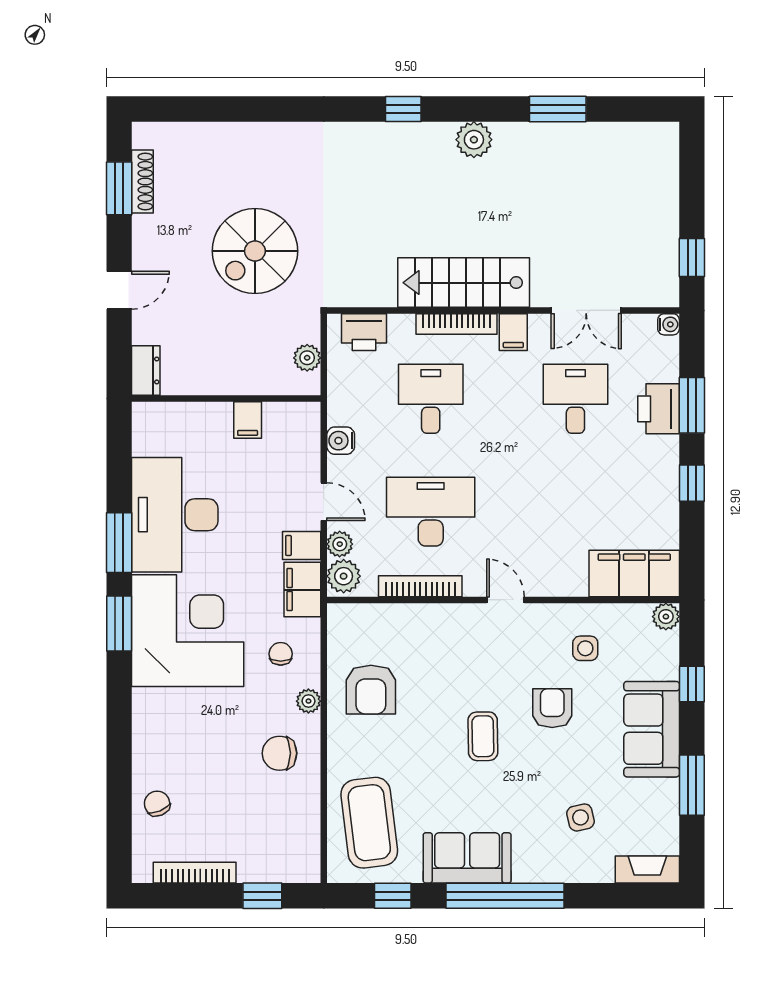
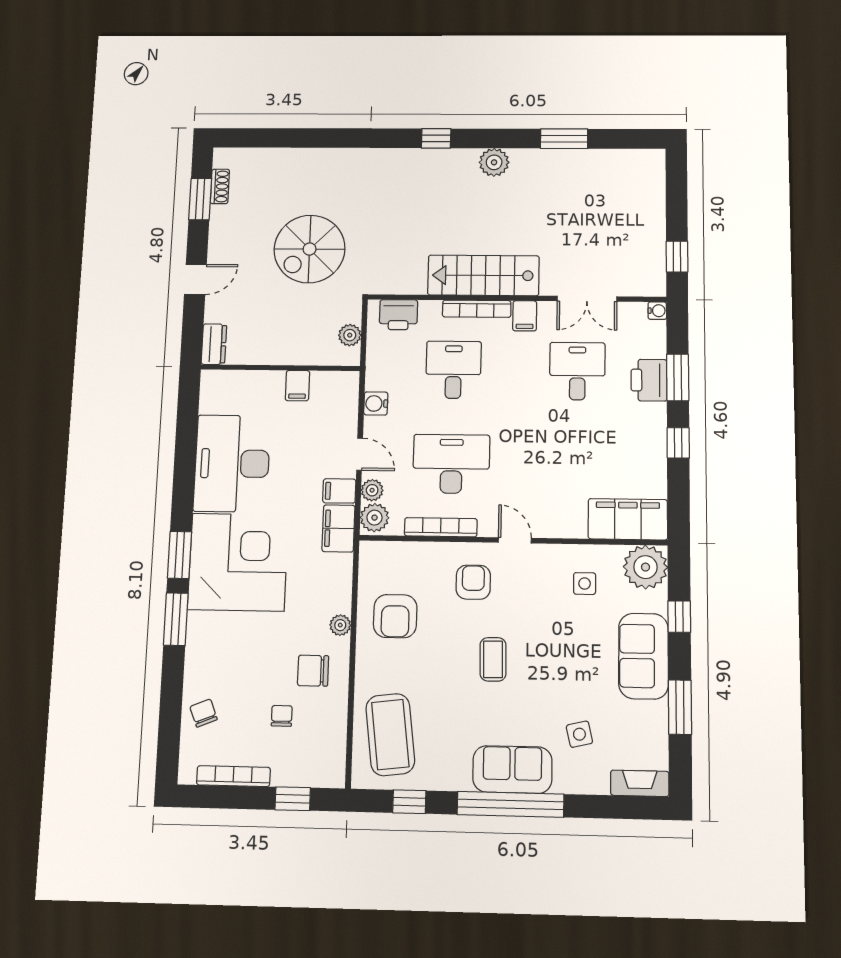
shoe rack: (142, 181) -> (220, 186), width x0.70
window: (119, 543) -> (176, 619), moved
plant: (666, 617) -> (645, 567), width x1.87, depth x1.87
chair: (281, 654) -> (282, 716), moved
armchair: (552, 708) -> (473, 582), moved
sofa: (467, 858) -> (512, 769), moved

